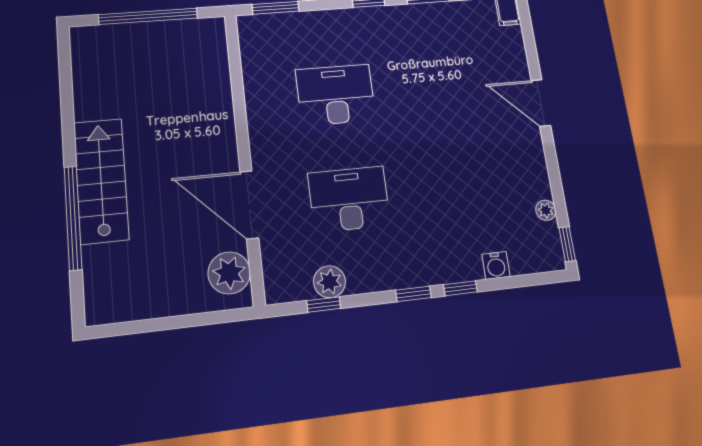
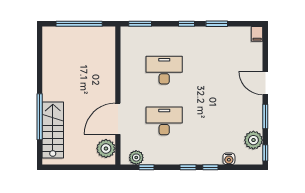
window: (553, 169) -> (265, 116), added
stairs: (101, 181) -> (53, 130), moved
door: (249, 205) -> (118, 119), hinge flipped
plant: (546, 210) -> (253, 140), width x1.87, depth x1.87
plant: (330, 282) -> (136, 158), moved

